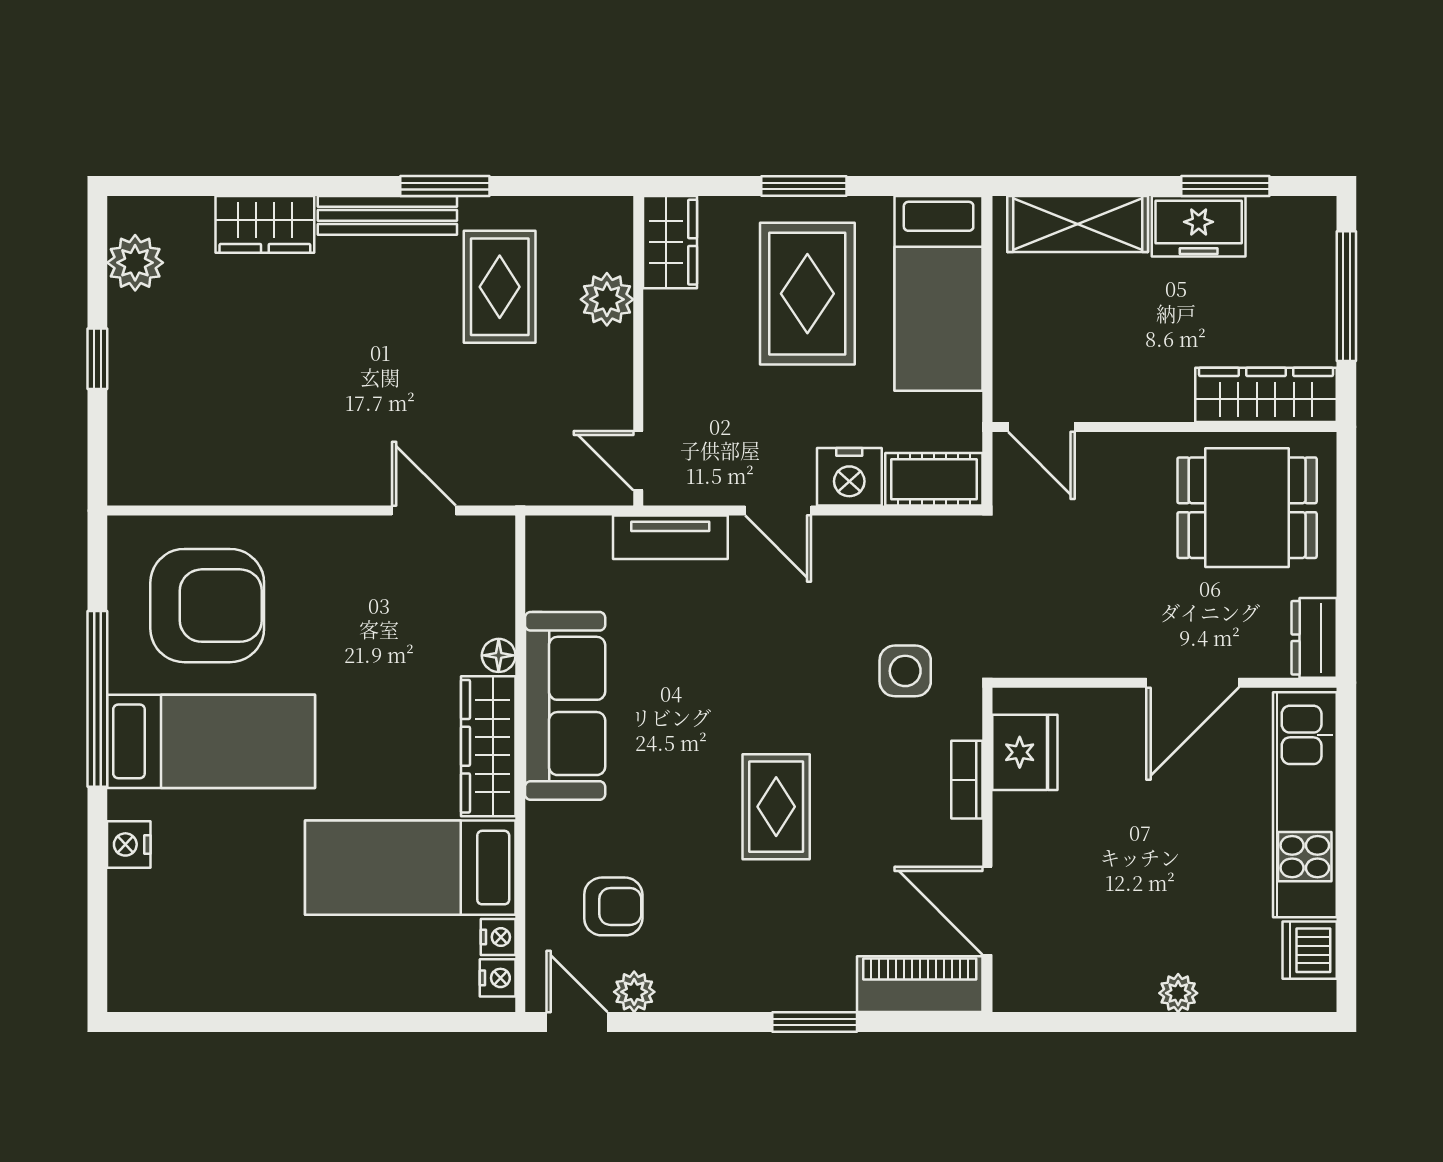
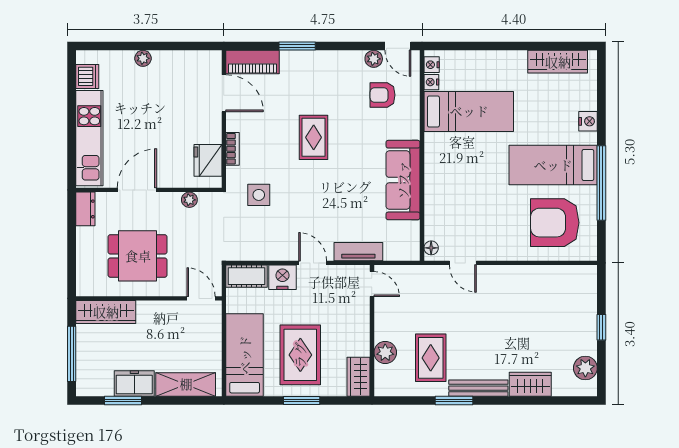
dining table: (1247, 508) -> (138, 256), moved
floor lamp: (499, 655) -> (431, 248), moved
plant: (1069, 659) -> (189, 200), added
wardrobe: (488, 746) -> (558, 62), moved, turned 90

